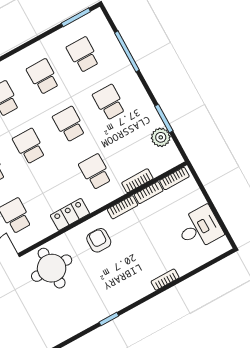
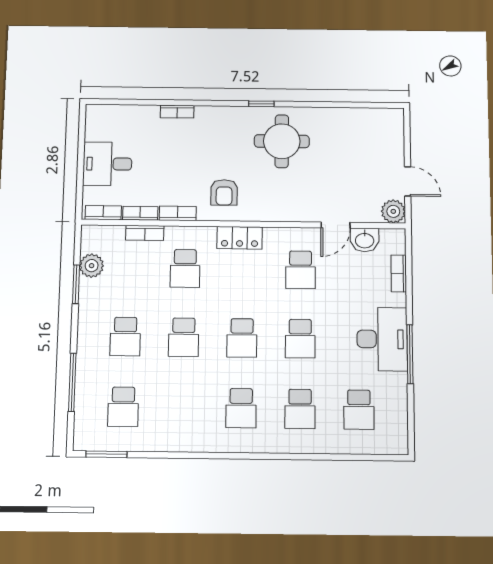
school desk: (43, 77) -> (182, 407), removed
desk: (199, 228) -> (107, 164), moved
round table: (52, 268) -> (282, 141), moved

